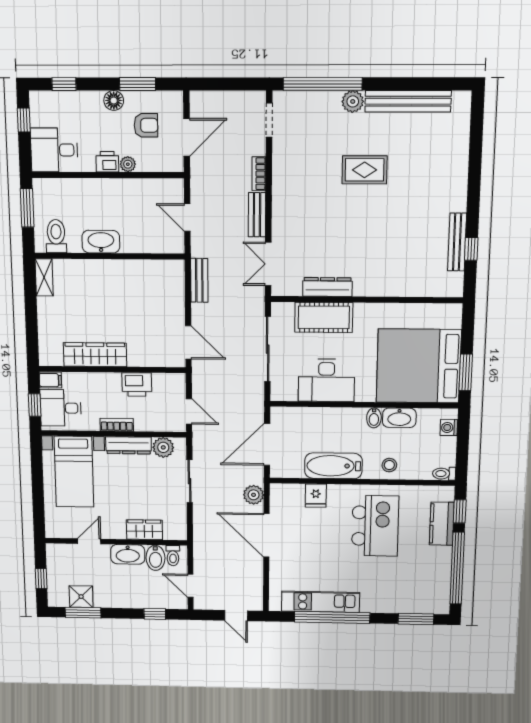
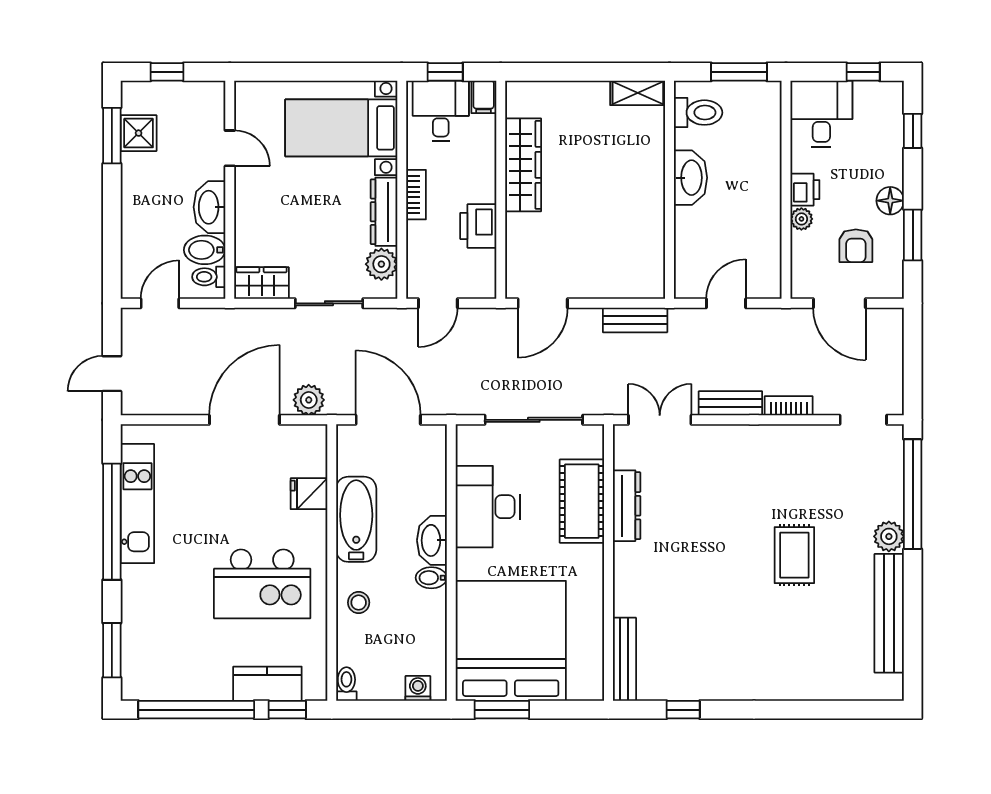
bench: (457, 242) -> (624, 659), moved, turned 90
washbasin: (399, 418) -> (432, 540), moved
wardrobe: (144, 530) -> (262, 283), moved, turned -90
window: (155, 614) -> (112, 248), removed

